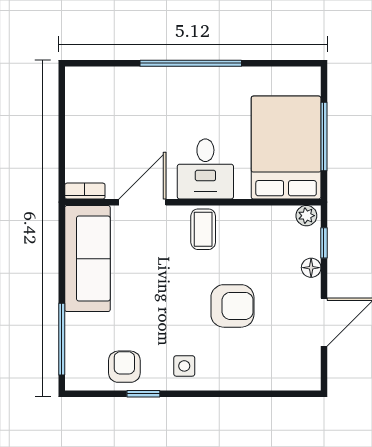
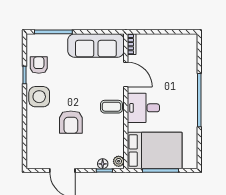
floor lamp: (311, 268) -> (103, 164), moved
side table: (184, 366) -> (39, 97), width x1.87, depth x1.87
armchair: (124, 367) -> (39, 65), turned -90

